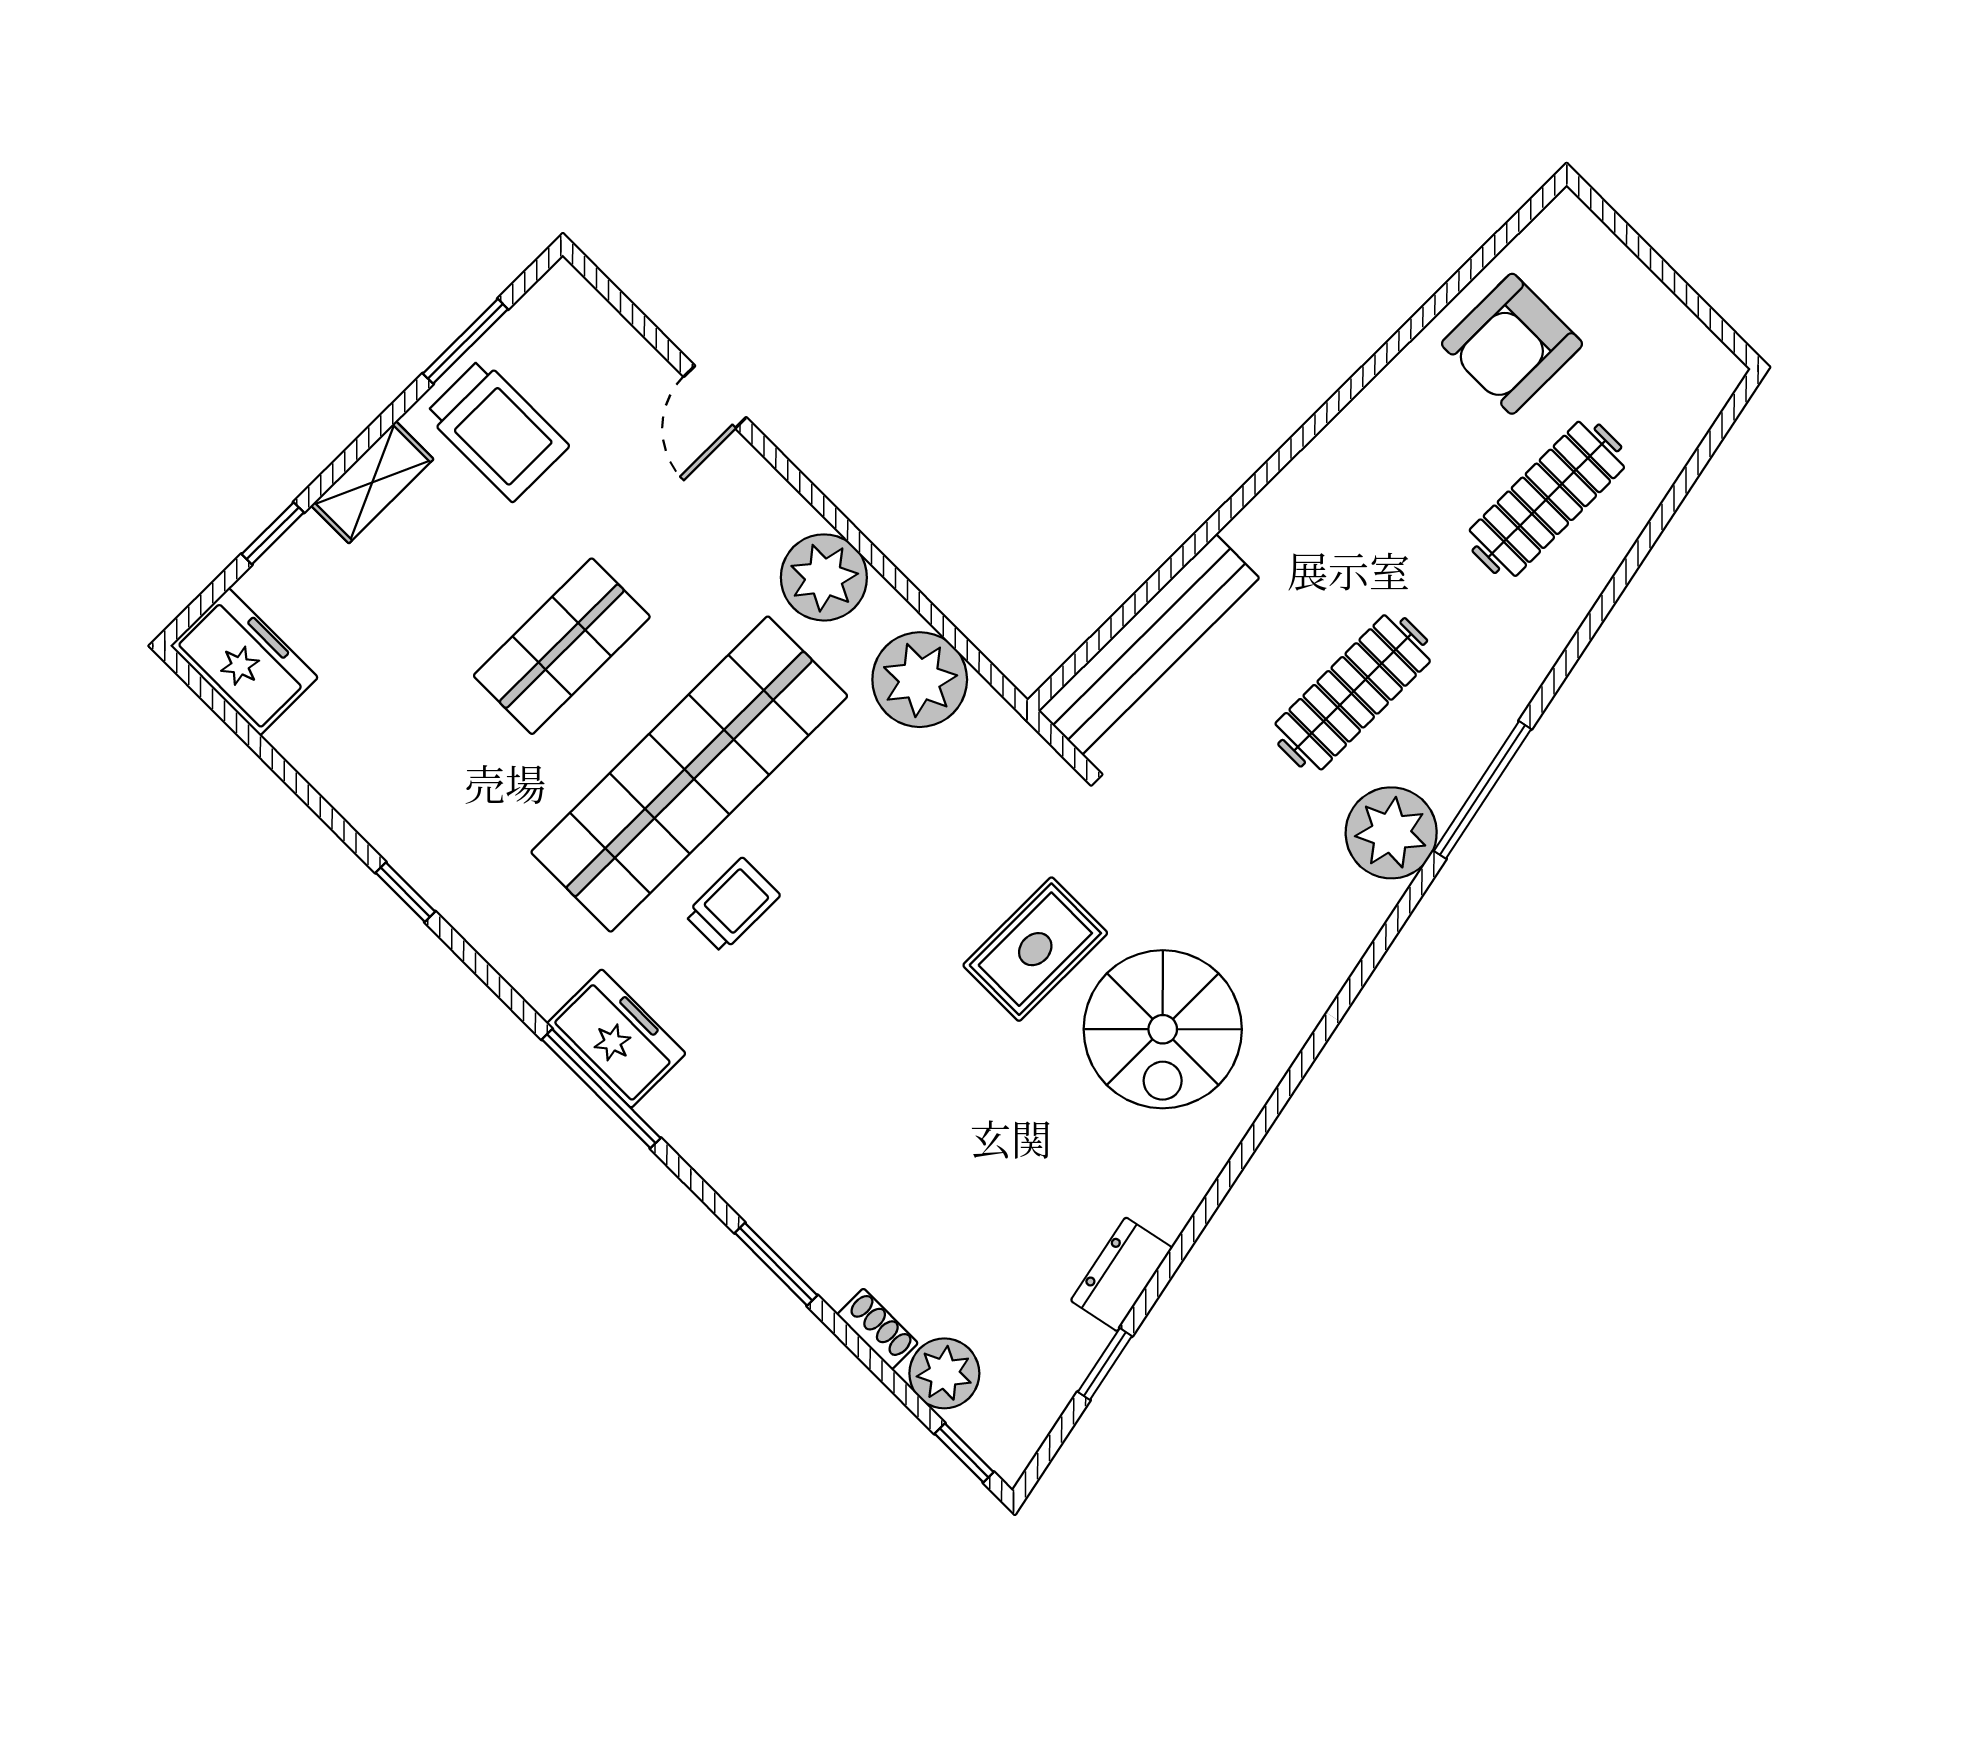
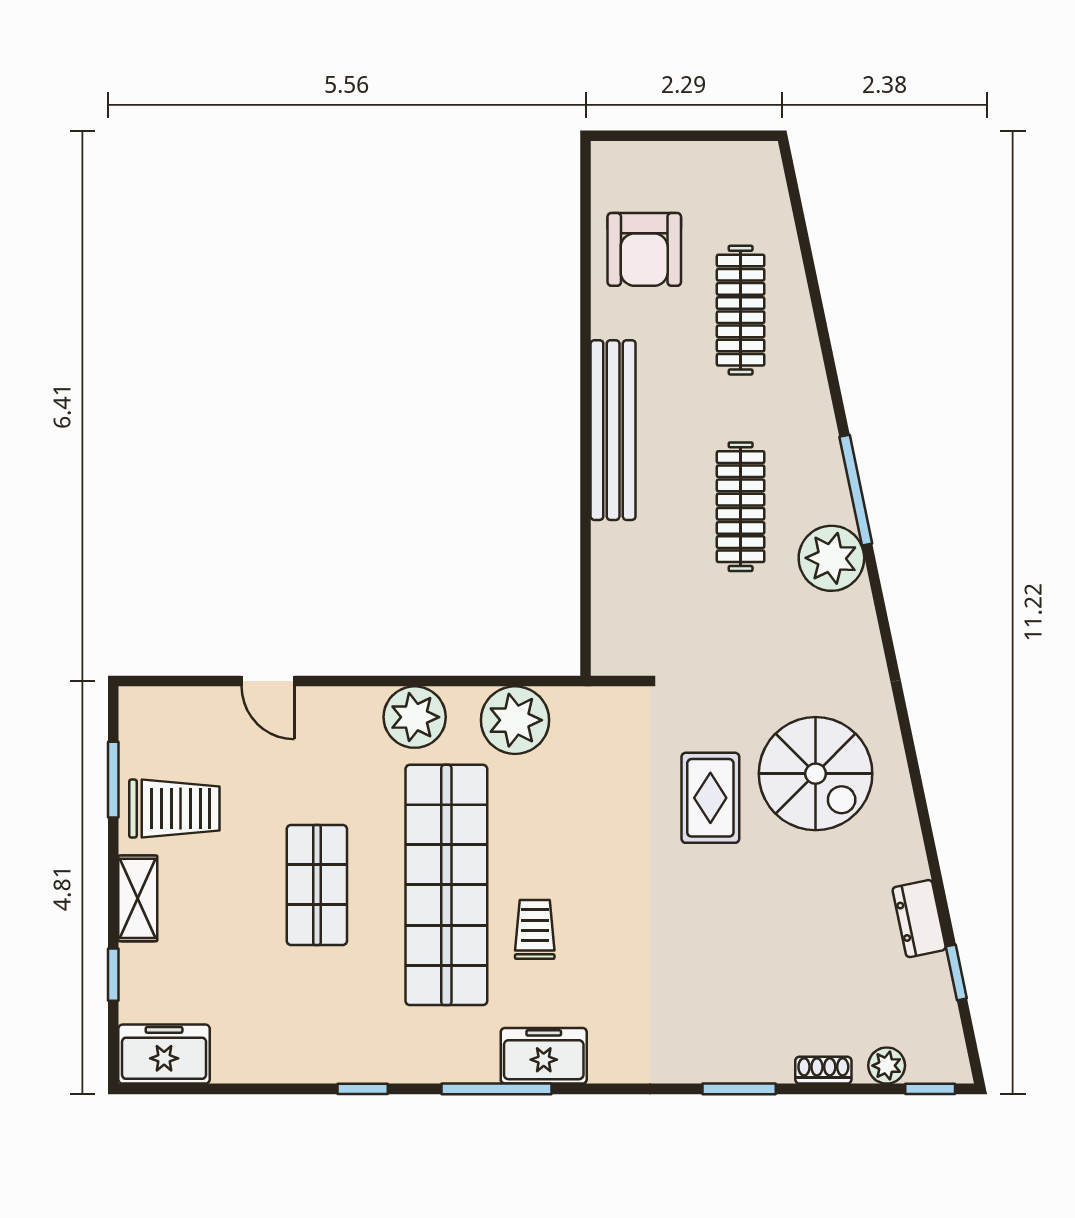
bench: (1149, 644) -> (613, 430), moved
window: (601, 1089) -> (497, 1089), moved
plant: (944, 1373) -> (887, 1066), width x0.73, depth x0.73

